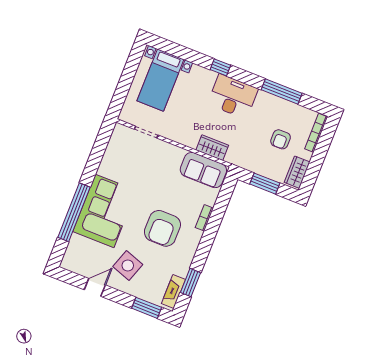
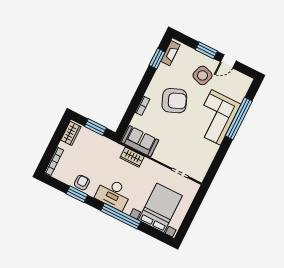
window: (220, 67) -> (121, 216), width x3.17
bed with nightstands: (160, 80) -> (160, 208), width x1.36
window: (282, 92) -> (77, 194), width x0.69
armchair: (281, 139) -> (82, 183), moved
armchair: (162, 228) -> (174, 101), turned 68
window: (147, 308) -> (206, 50), moved

